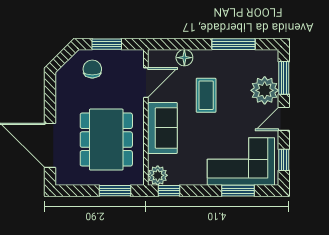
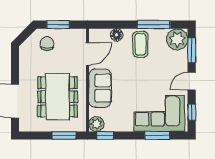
plant: (265, 90) -> (177, 39), moved
coffee table: (206, 95) -> (140, 44), moved

